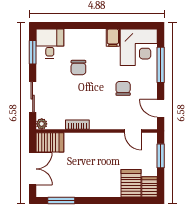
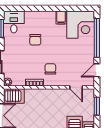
window: (161, 65) -> (97, 38), width x1.46
chair: (123, 88) -> (50, 69), moved
door: (161, 108) -> (97, 70), hinge flipped

